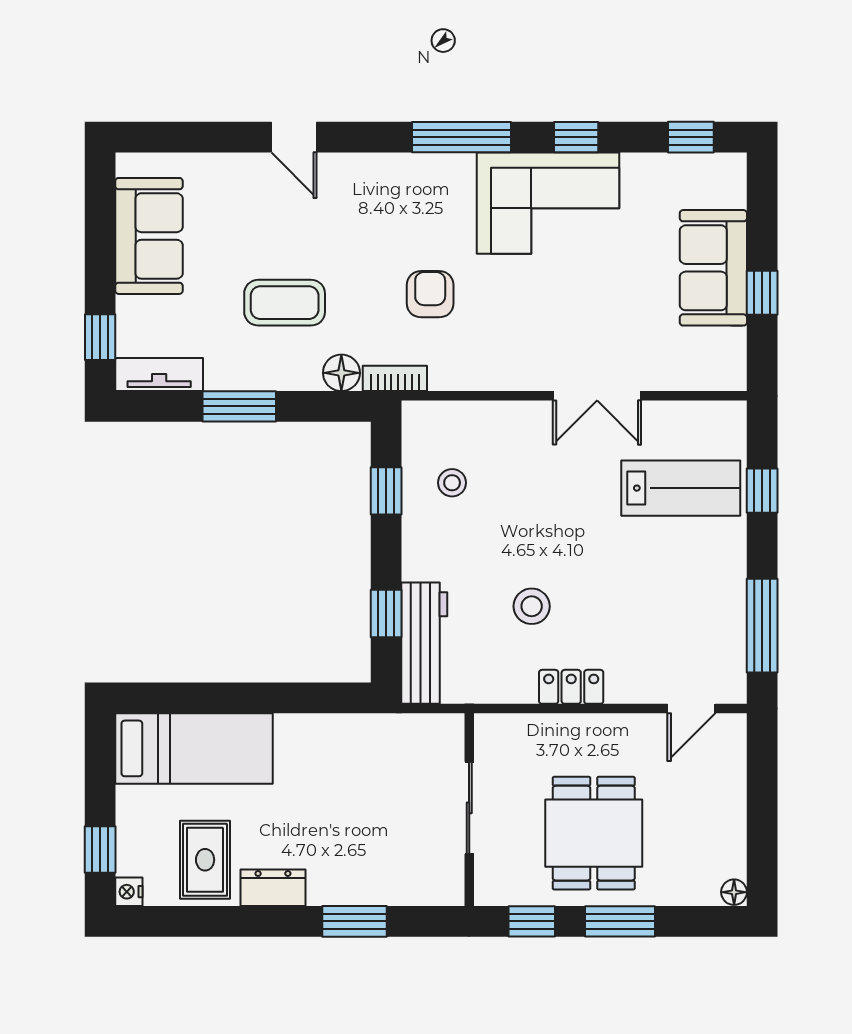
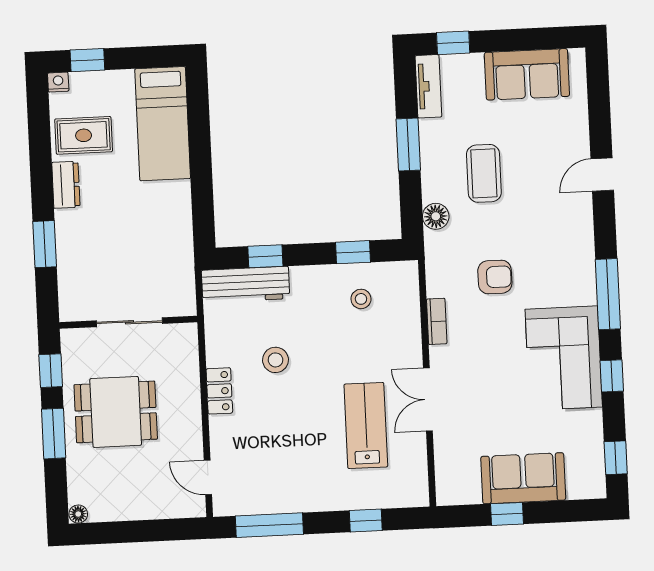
bookcase: (395, 378) -> (437, 321), moved
lab bench: (681, 488) -> (366, 425), moved, turned 180

